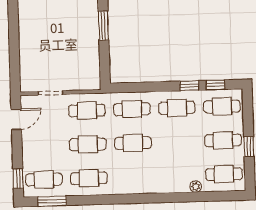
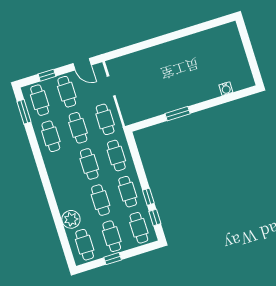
cafe table: (178, 142) -> (100, 200), added
cafe table: (43, 146) -> (67, 92), added
window: (18, 179) -> (47, 75), moved
plant: (196, 187) -> (71, 219), width x1.88, depth x1.88

